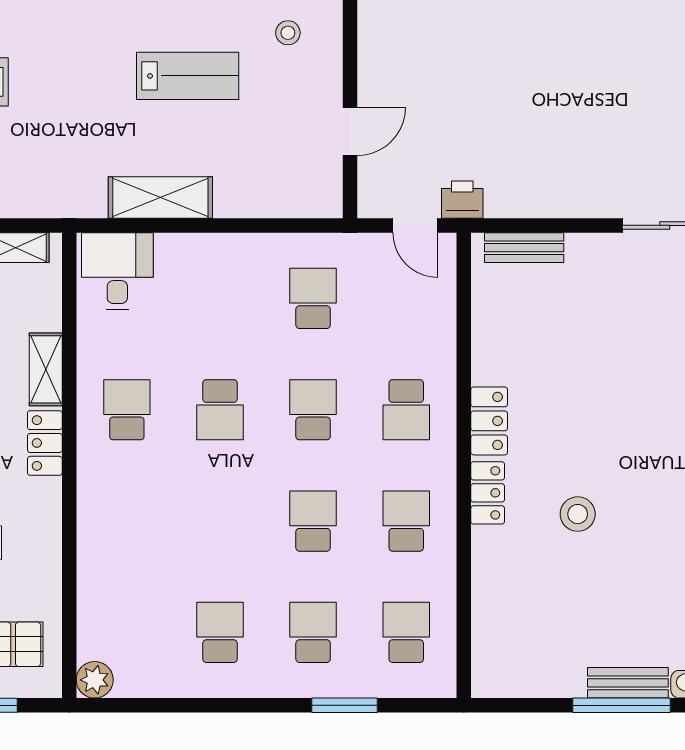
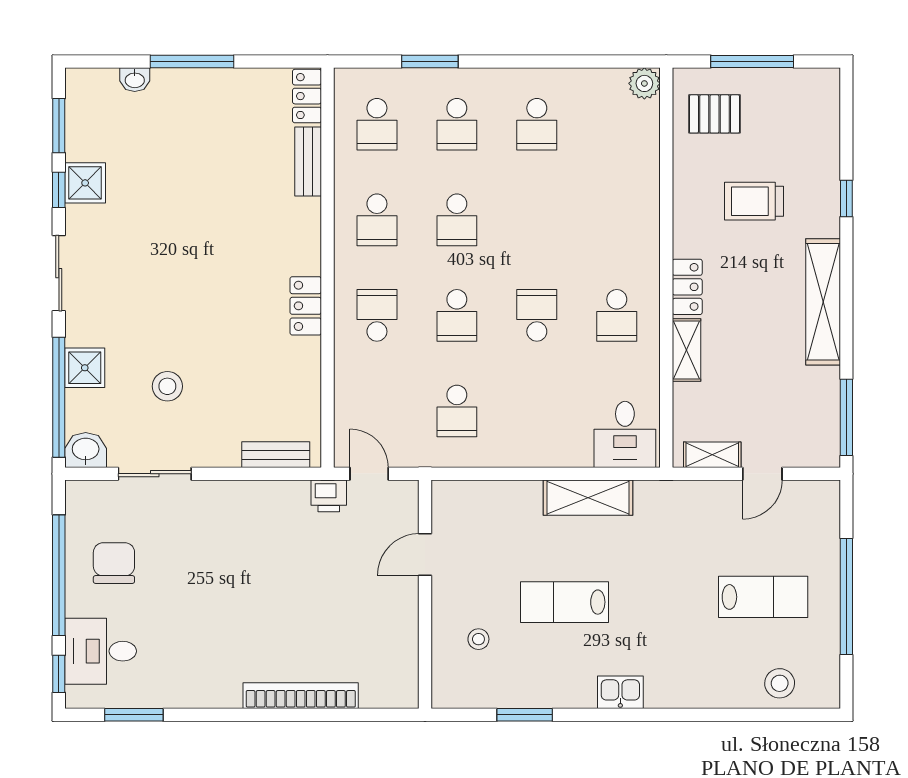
locker: (488, 493) -> (307, 96), moved
stool: (578, 514) -> (167, 386), moved
bench: (628, 683) -> (308, 161), moved, turned 90

